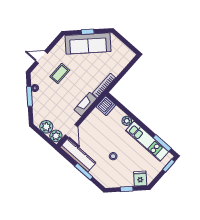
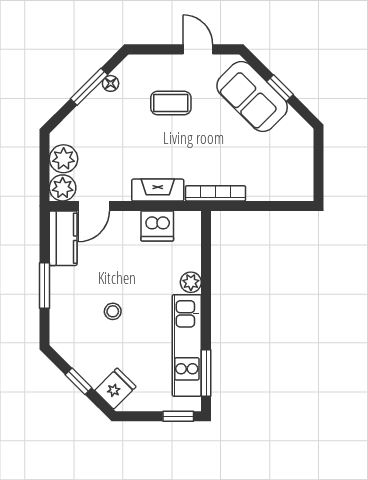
sofa: (88, 43) -> (252, 97), width x0.73
door: (42, 57) -> (198, 49), moved
dishwasher: (106, 106) -> (157, 226), moved
kitchen counter: (78, 155) -> (63, 238), width x0.67

